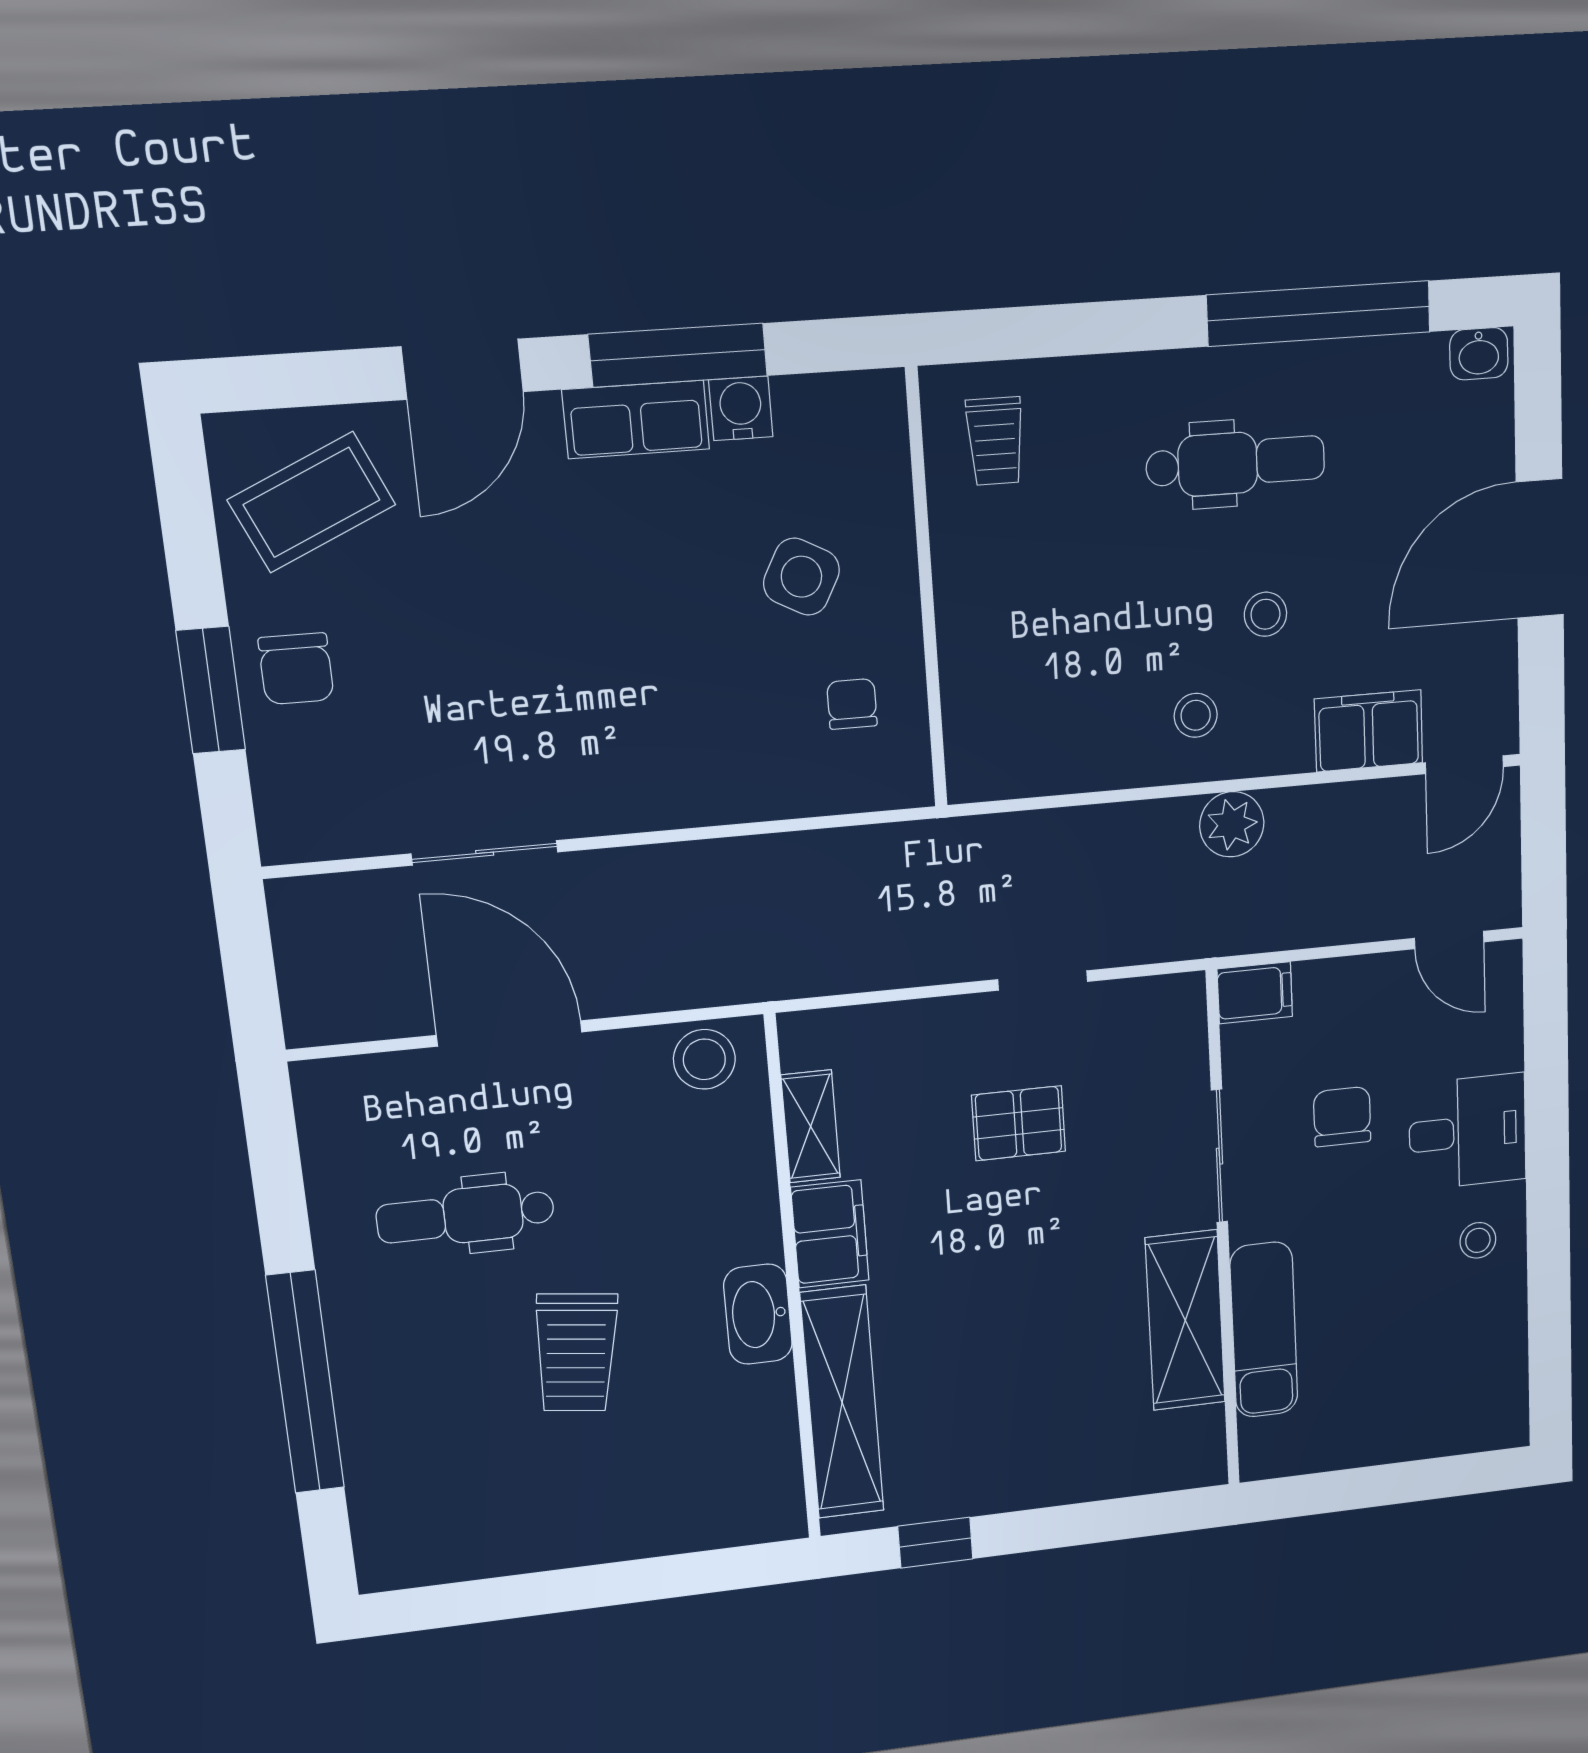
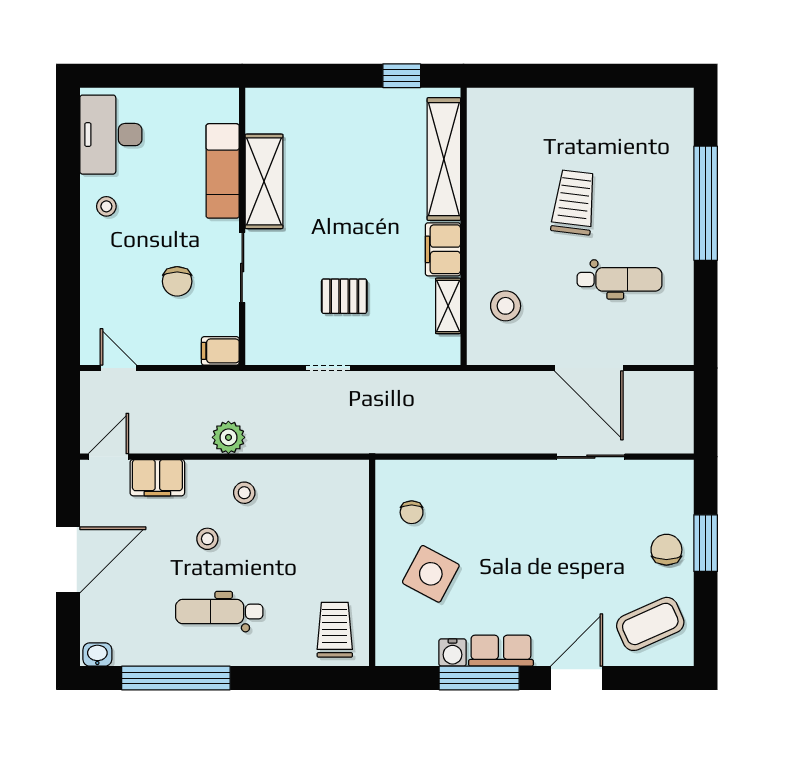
trolley: (995, 441) -> (335, 630), width x1.36, depth x1.39
side table: (801, 577) -> (431, 574), width x1.37, depth x1.37
stool: (704, 1059) -> (506, 306), moved
desk: (1468, 1132) -> (111, 135), moved, width x1.37
washbasin: (758, 1314) -> (482, 211), removed

